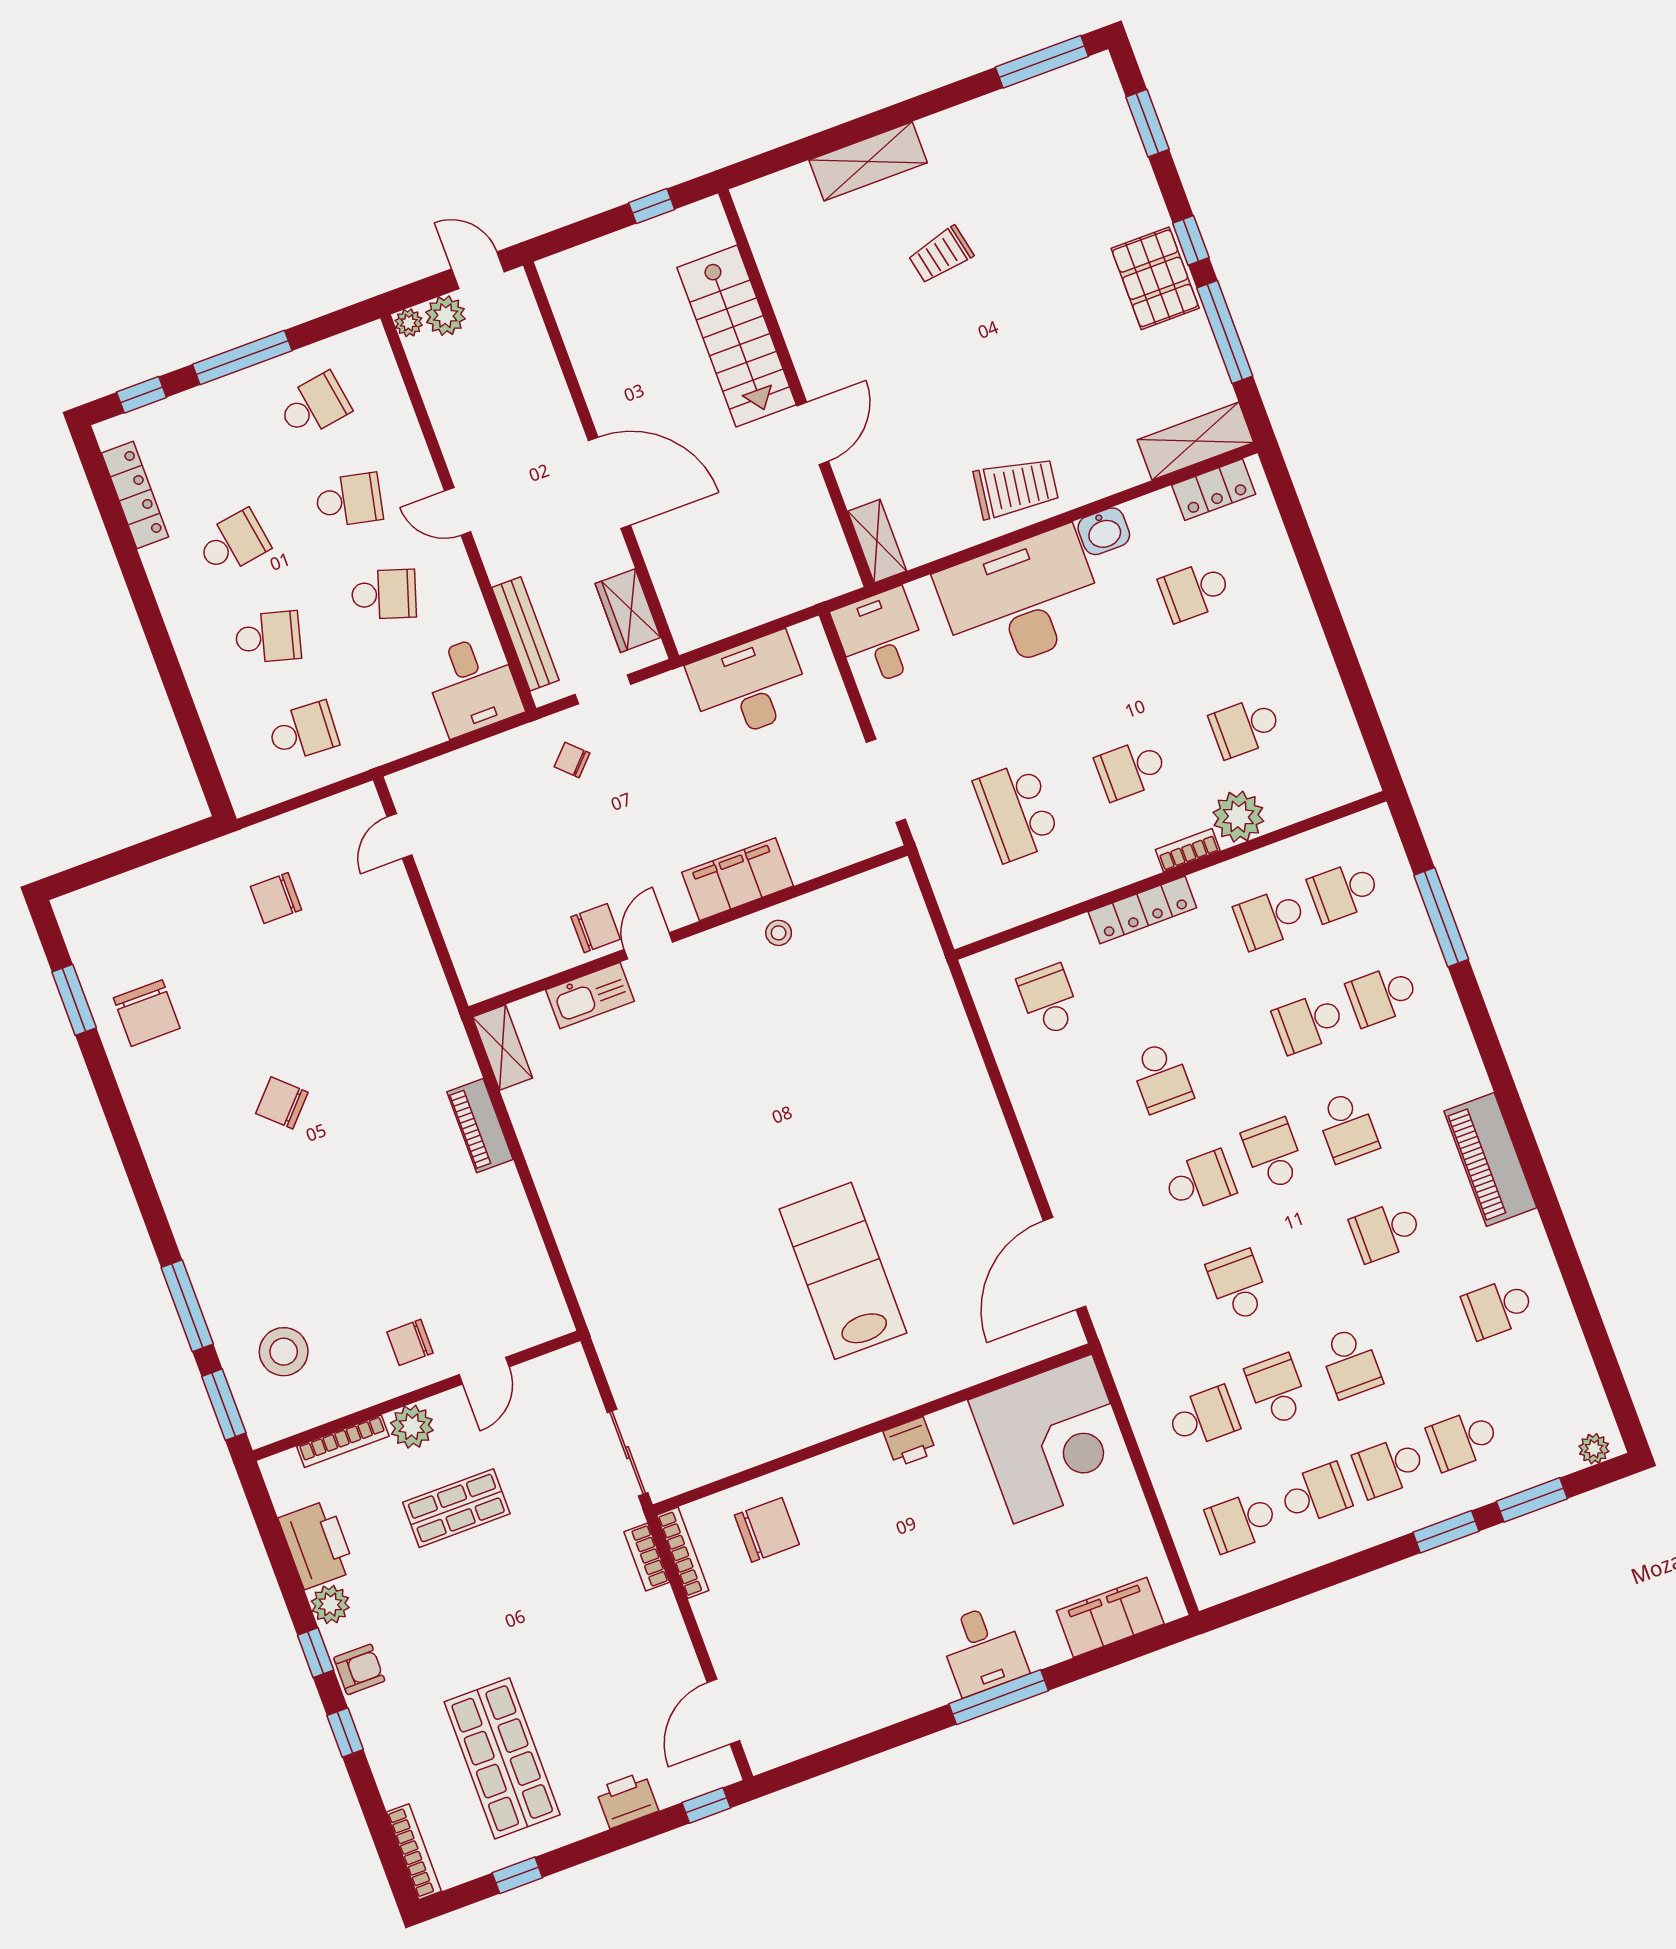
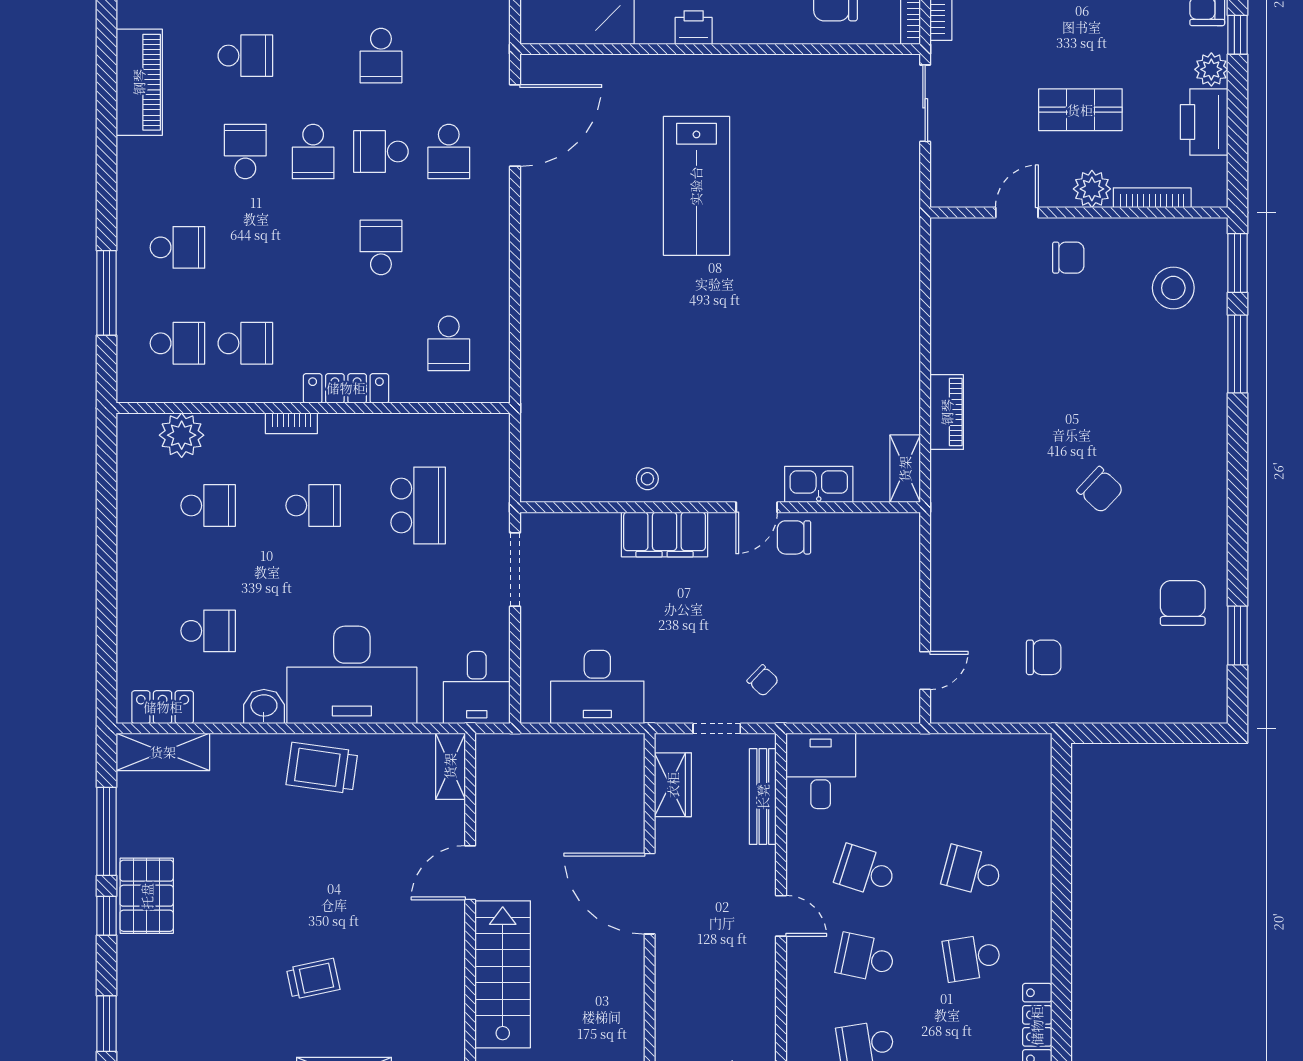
school desk: (303, 732) -> (972, 784), removed
plant: (1238, 817) -> (182, 435), moved
school desk: (1309, 1023) -> (449, 151), moved, turned 90

